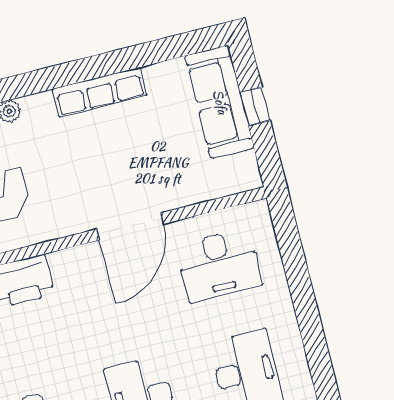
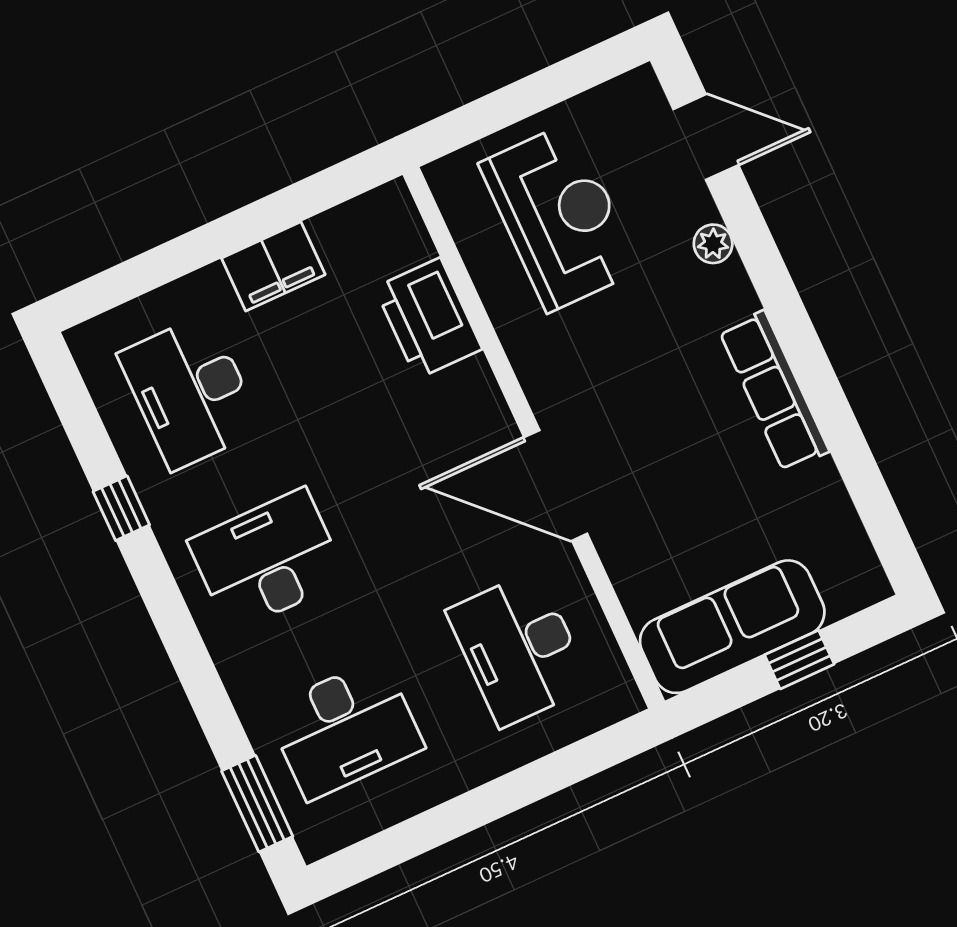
sofa: (220, 102) -> (732, 627), moved

